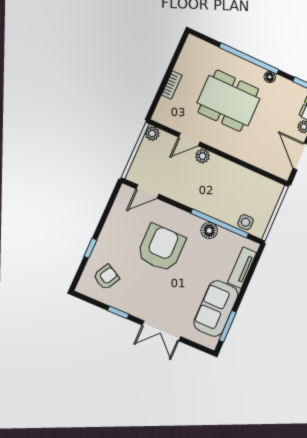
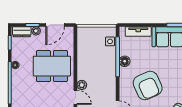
dining table: (228, 101) -> (52, 66), moved, turned 90
armchair: (161, 248) -> (148, 85), turned -114

